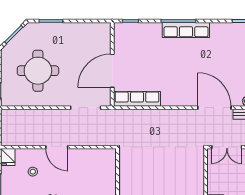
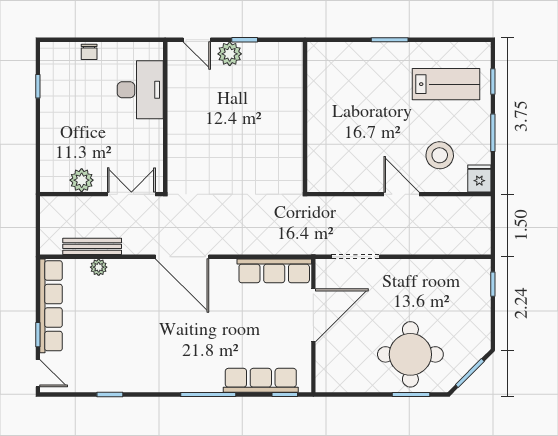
row of seats: (186, 30) -> (261, 380), moved
round table: (38, 71) -> (410, 354), moved
door: (214, 108) -> (182, 257), moved
stool: (33, 172) -> (440, 155), width x1.89, depth x1.89

